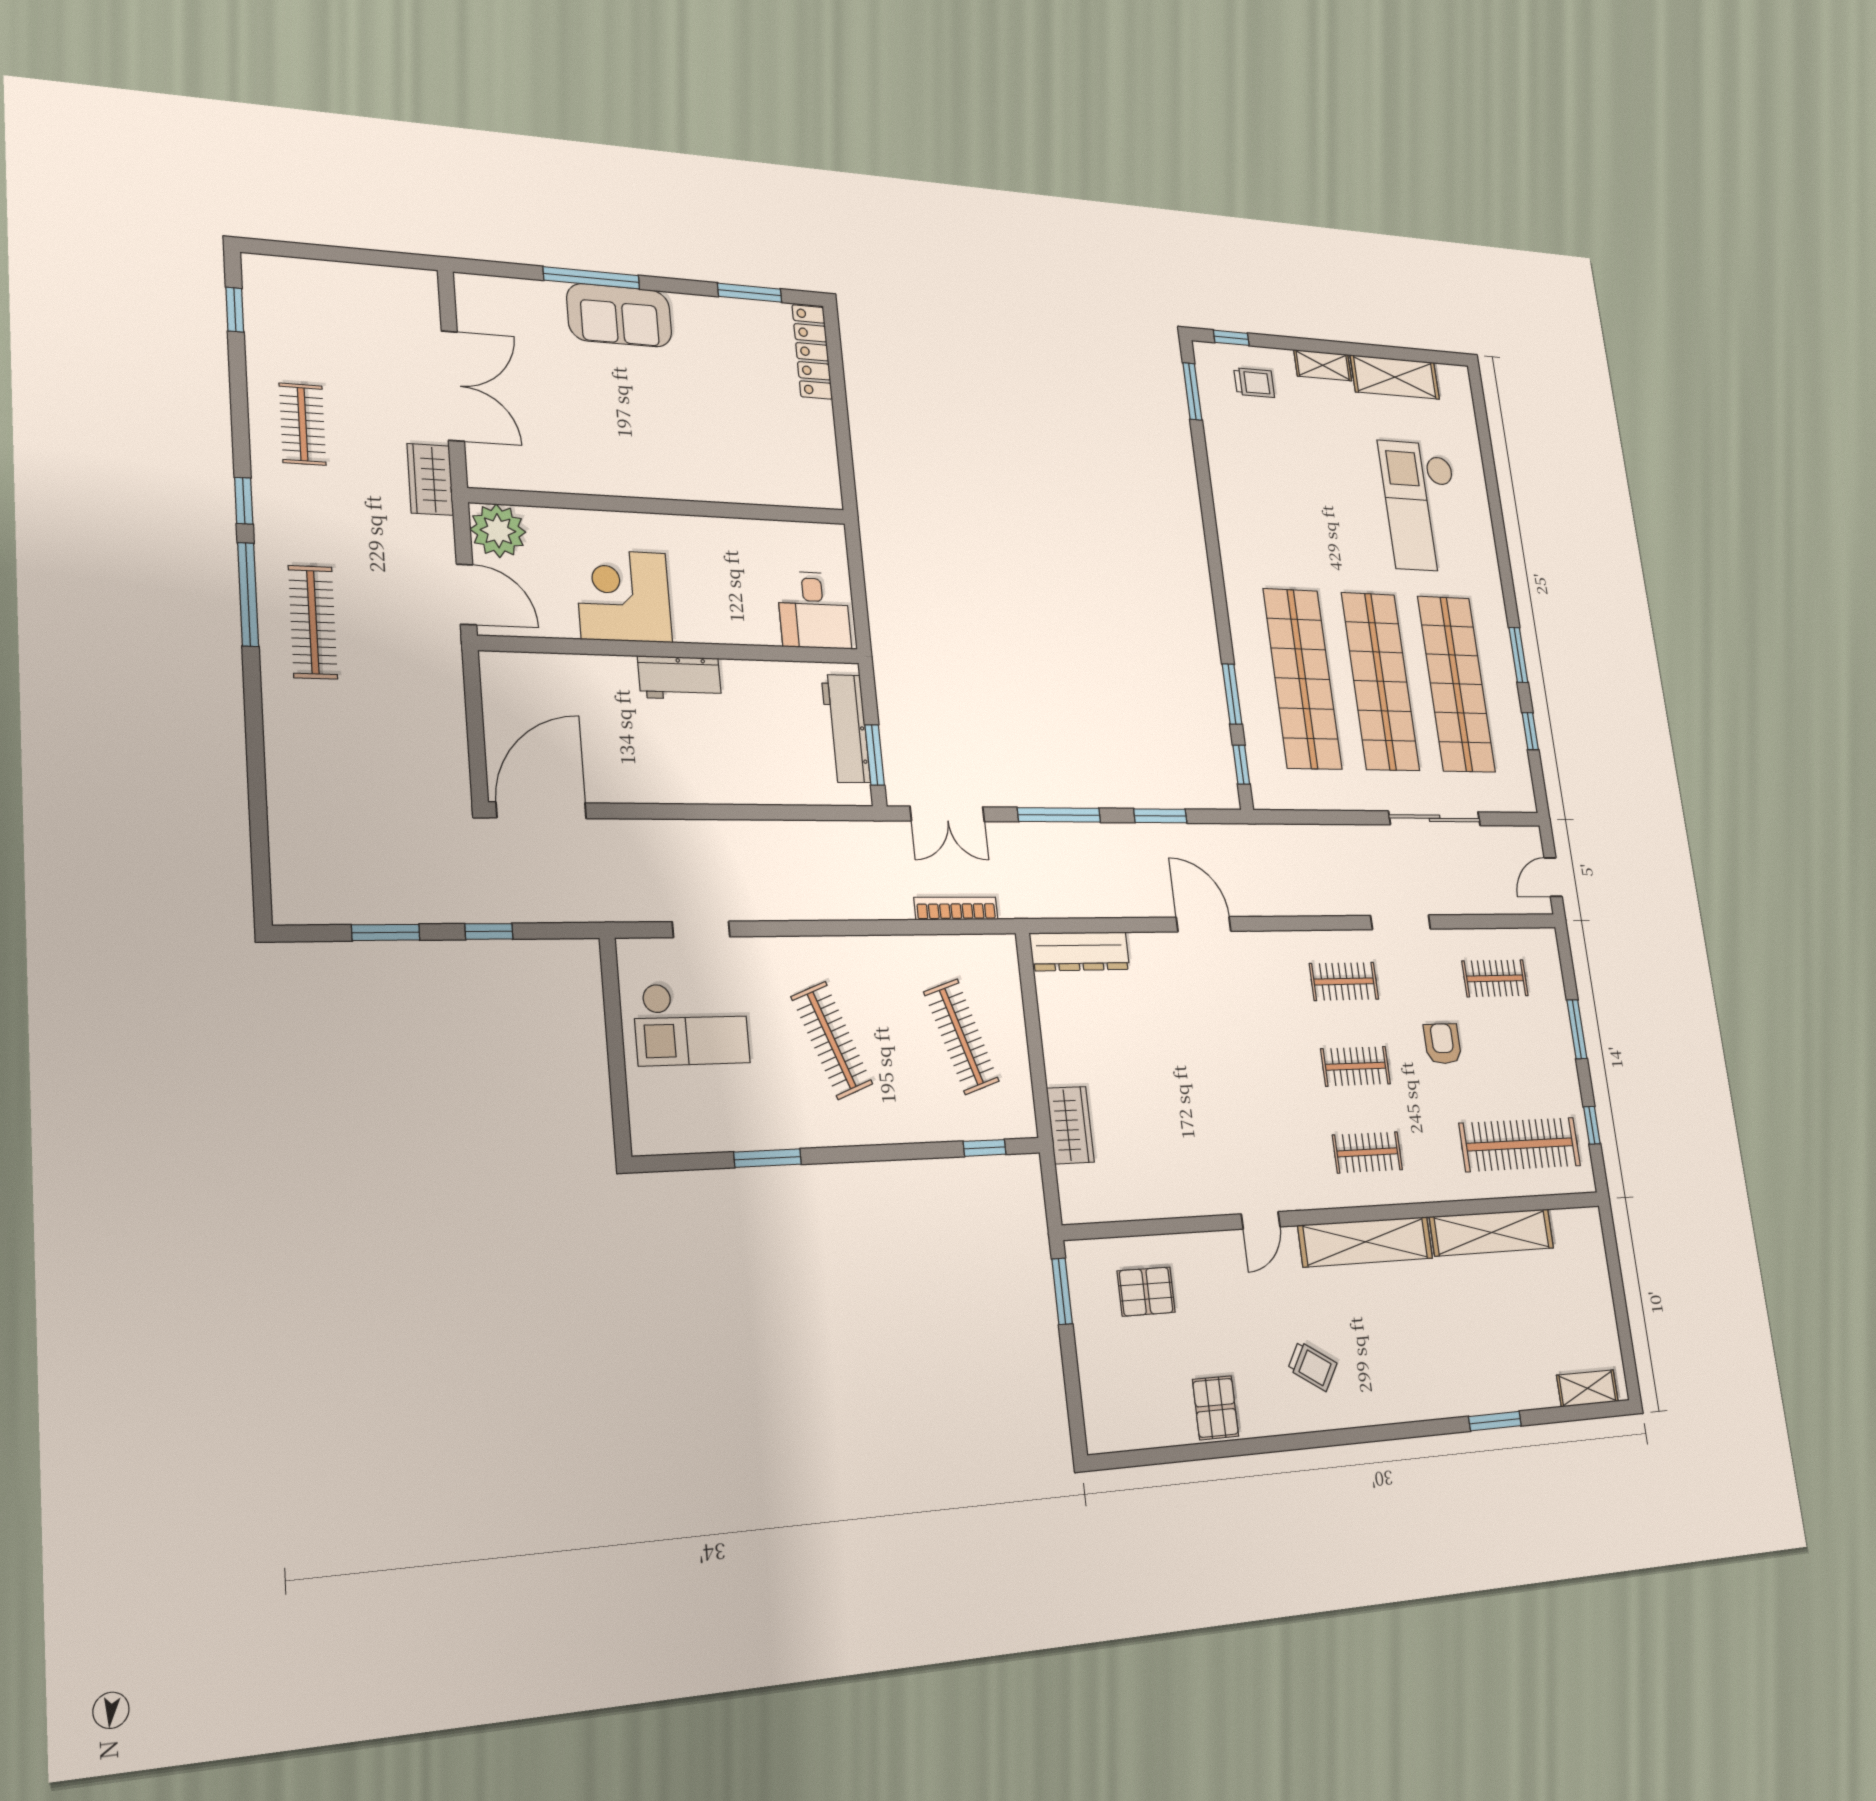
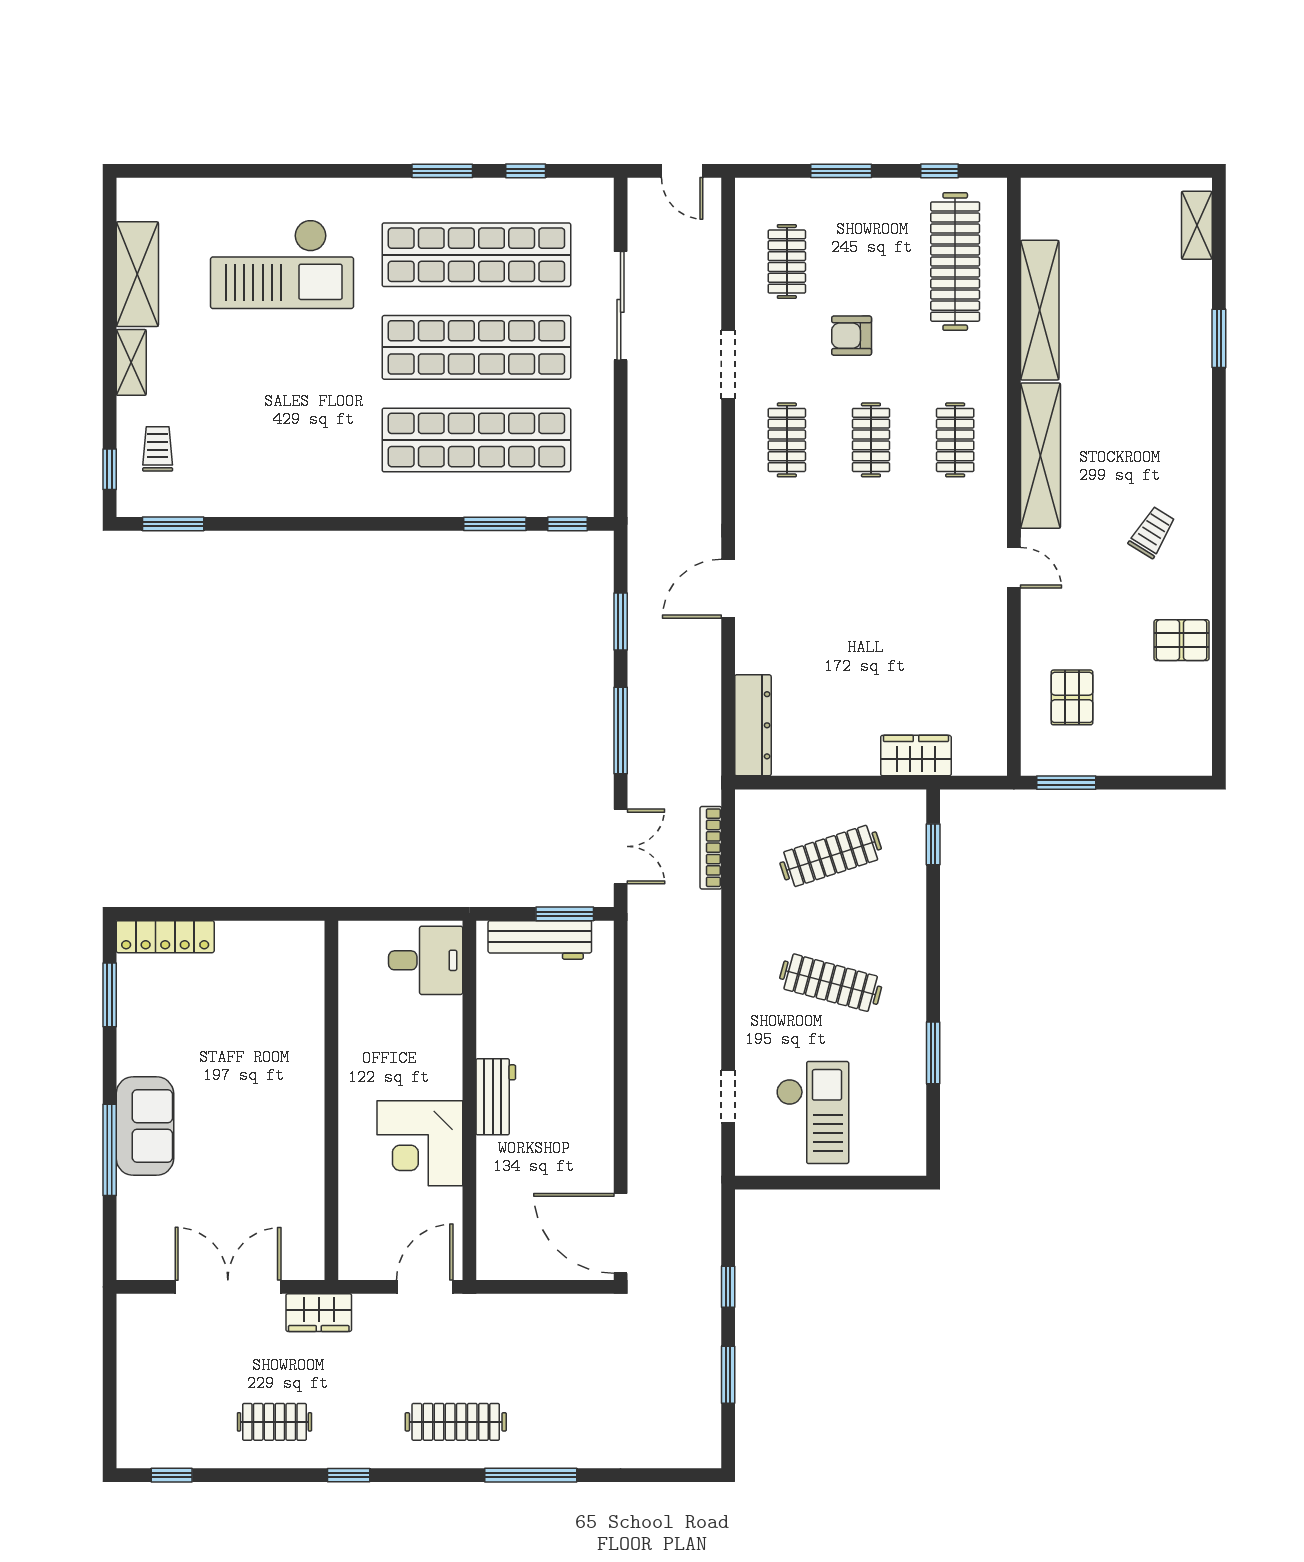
plant: (498, 531) -> (364, 1255), removed
window: (248, 594) -> (531, 1475), moved
clothes rail: (832, 1040) -> (831, 983), turned 36

